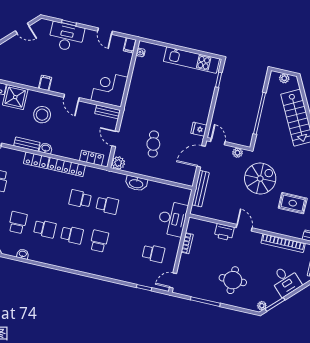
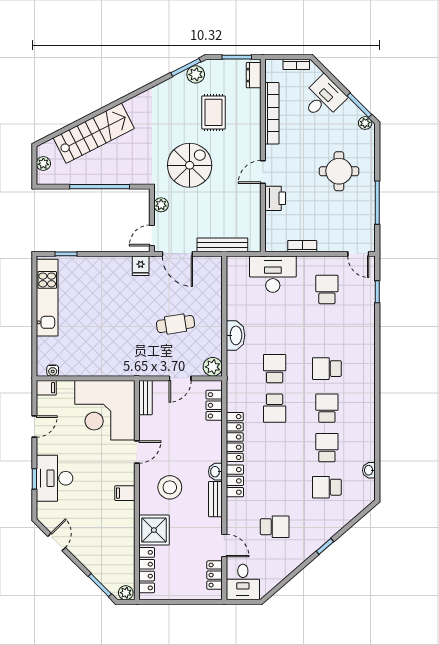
corner desk: (109, 89) -> (105, 410), width x1.36, depth x1.36
spiral stairs: (260, 179) -> (190, 165), turned 90

